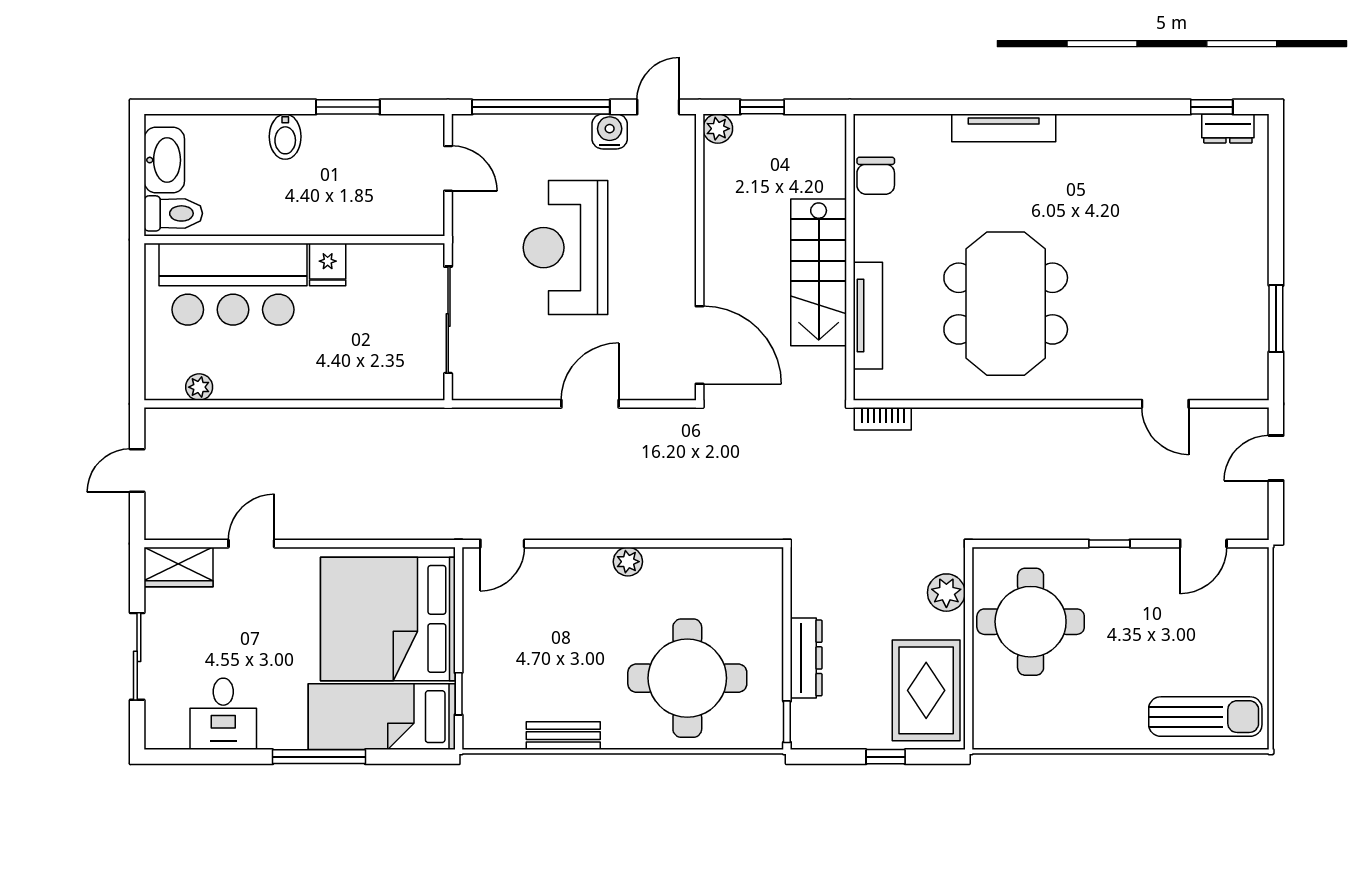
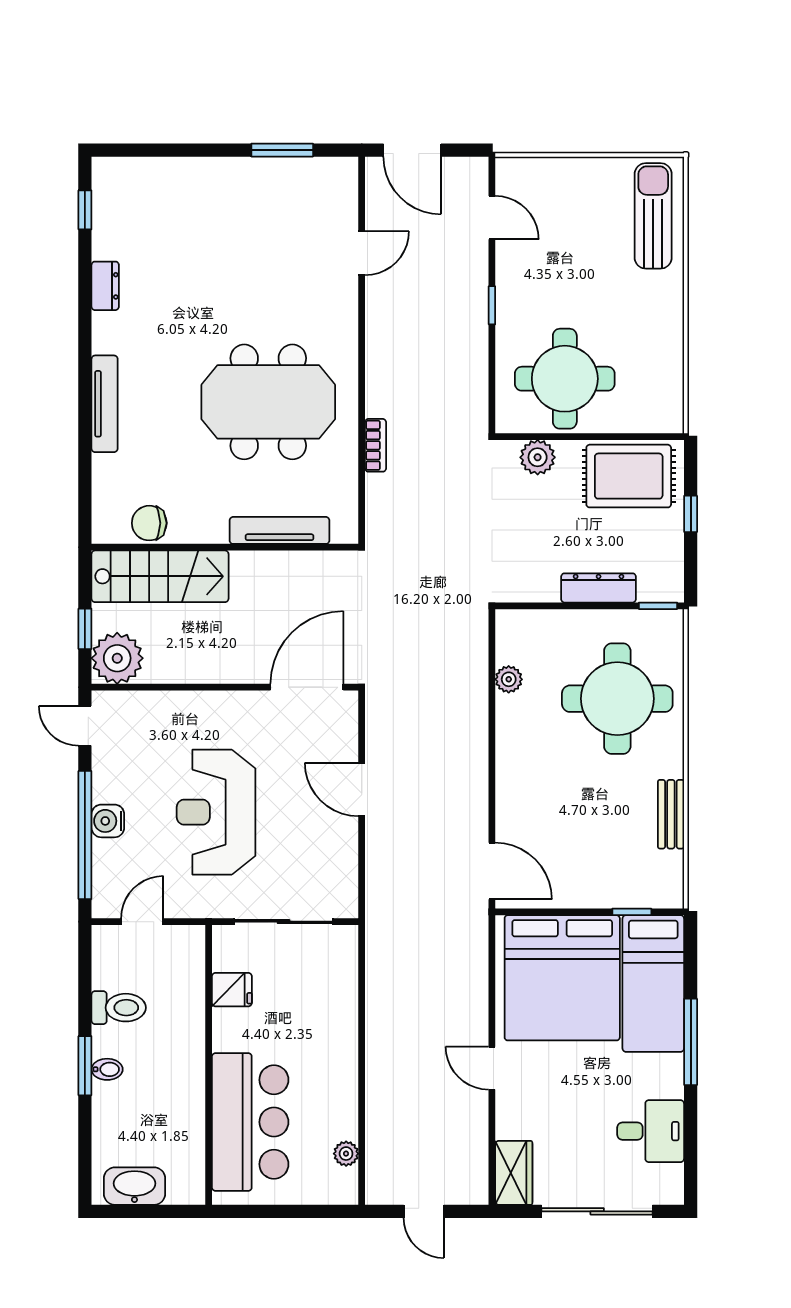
window: (348, 107) -> (85, 1066), moved
plant: (718, 129) -> (117, 658), width x1.87, depth x1.87
dresser: (1228, 129) -> (105, 286), moved
water cooler: (610, 131) -> (108, 821), moved
bidet: (285, 137) -> (107, 1069), width x0.72, depth x0.74
chair: (876, 176) -> (149, 523), turned 180
toilet: (173, 213) -> (119, 1008), moved, turned 90
reception desk: (566, 248) -> (216, 812), turned 90
fridge: (328, 265) -> (232, 990), moved
stairs: (819, 272) -> (160, 576), moved
bookcase: (883, 419) -> (376, 445), moved
door: (1276, 458) -> (412, 150), width x1.38
door: (251, 544) -> (492, 1068), moved
door: (502, 544) -> (492, 871), width x1.38
plant: (628, 562) -> (509, 679), moved
sliding door: (137, 656) -> (597, 1211), width x1.37

